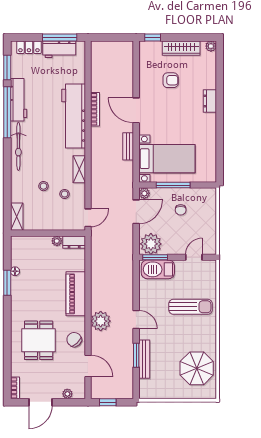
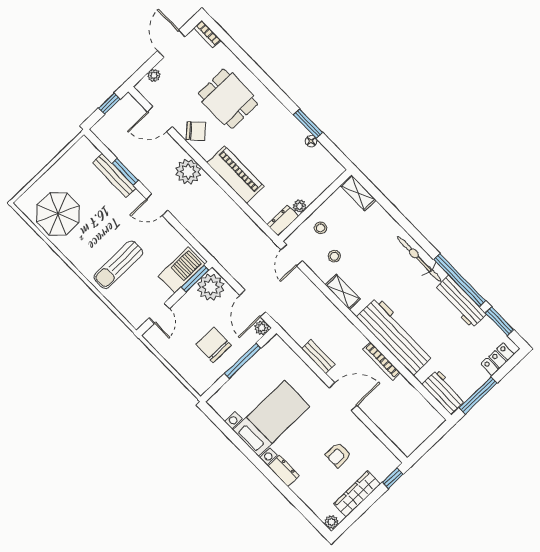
workbench: (59, 49) -> (444, 392), moved, turned 90
bed with nightstands: (167, 159) -> (271, 418), moved, turned 180
stool: (44, 186) -> (321, 228), moved
chair: (181, 210) -> (214, 345), width x1.87, depth x1.87

